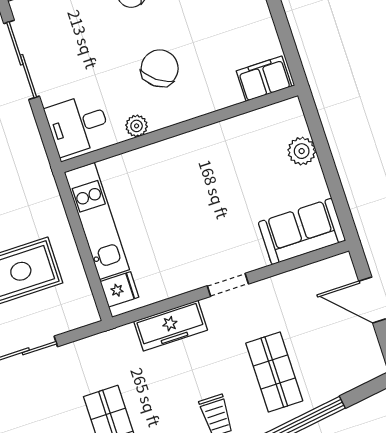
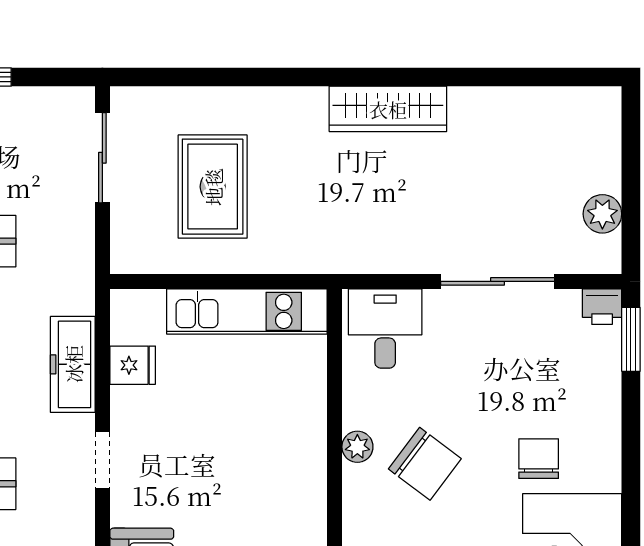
plant: (137, 126) -> (357, 447), moved
fridge: (119, 289) -> (133, 365), moved, turned -90

